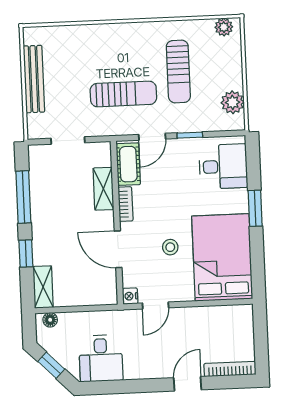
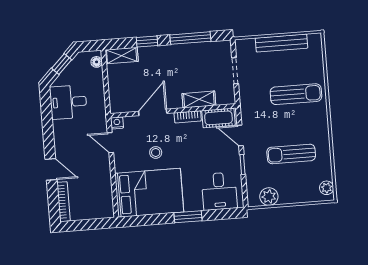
sun lounger: (123, 94) -> (296, 94), moved, turned -90

